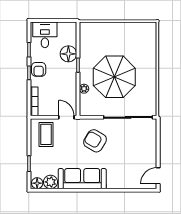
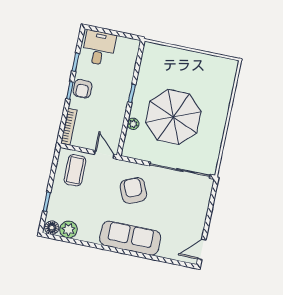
floor lamp: (68, 54) -> (123, 77), removed
armchair: (95, 141) -> (133, 190), turned 36
sofa: (82, 179) -> (130, 238), moved

